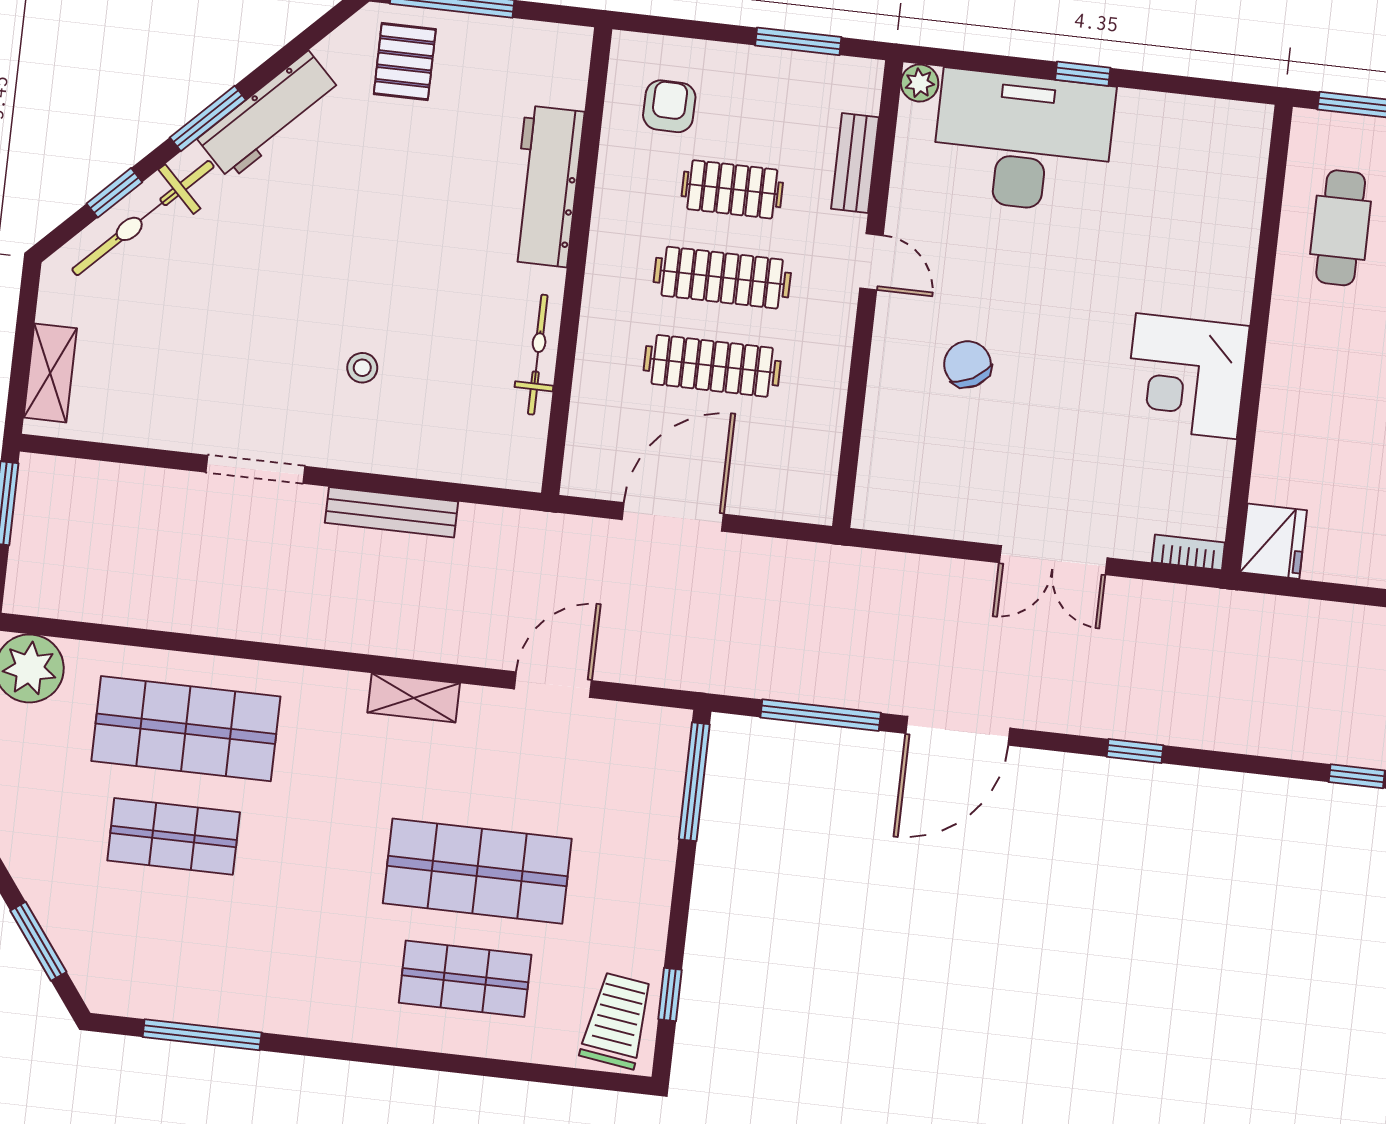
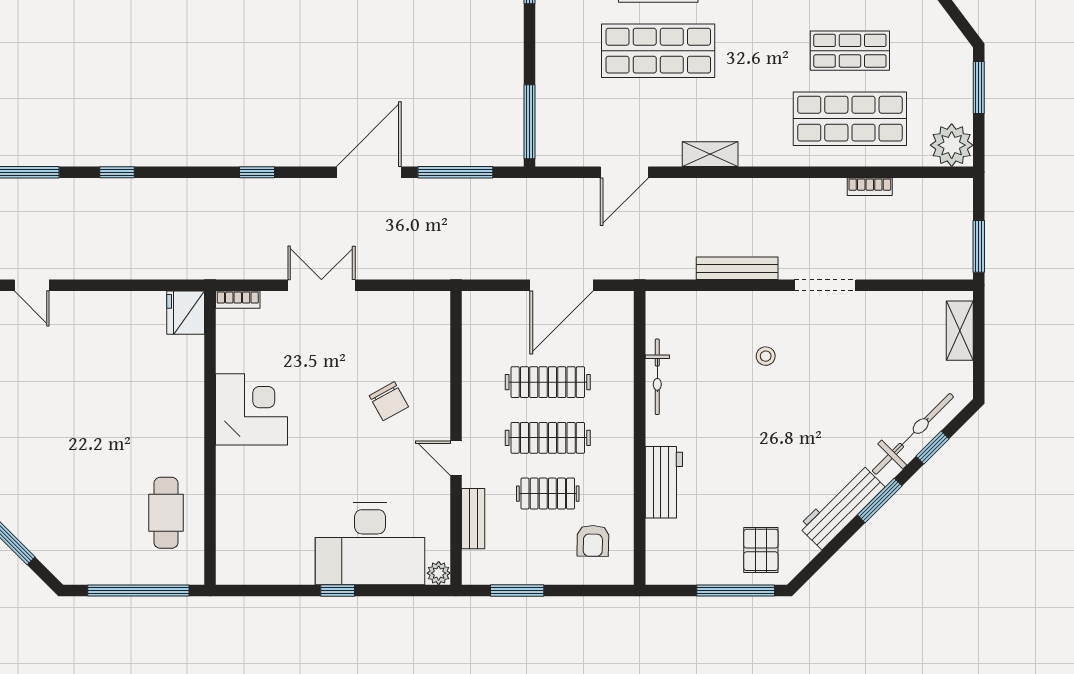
workbench: (546, 186) -> (664, 482), width x0.73
bookcase: (167, 617) -> (870, 187), added

